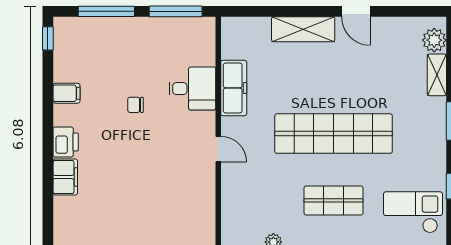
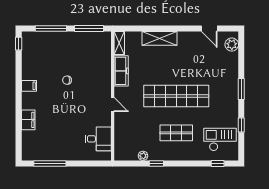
door: (356, 11) -> (209, 29), moved
shelving: (437, 75) -> (119, 43), moved
desk: (192, 89) -> (98, 139), moved
filing cabinet: (66, 93) -> (29, 86), moved
printer: (66, 142) -> (28, 101), removed

